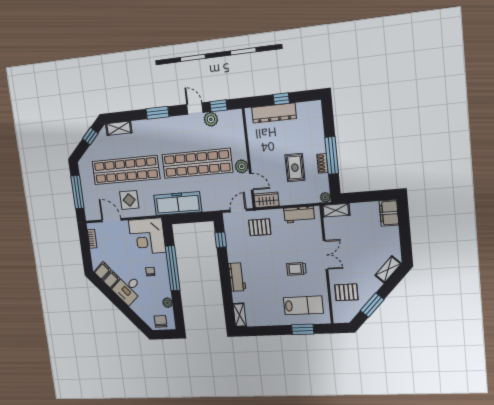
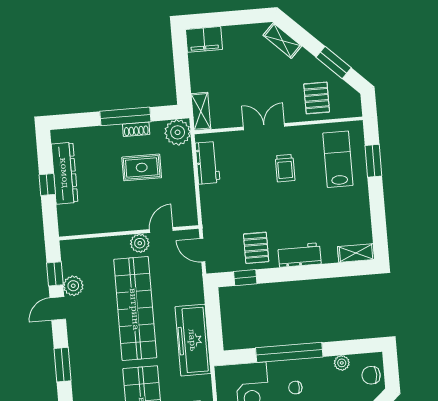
dresser: (274, 113) -> (65, 173), moved
plant: (325, 197) -> (178, 132), width x1.87, depth x1.87
wardrobe: (266, 200) -> (187, 209), removed
pallet: (260, 227) -> (256, 248), moved

